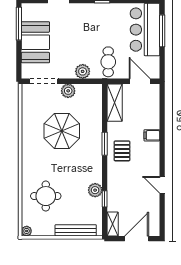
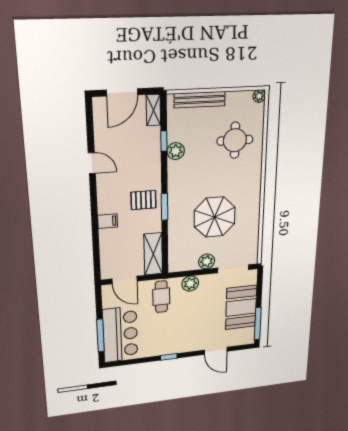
pallet: (122, 151) -> (143, 200), turned 90

